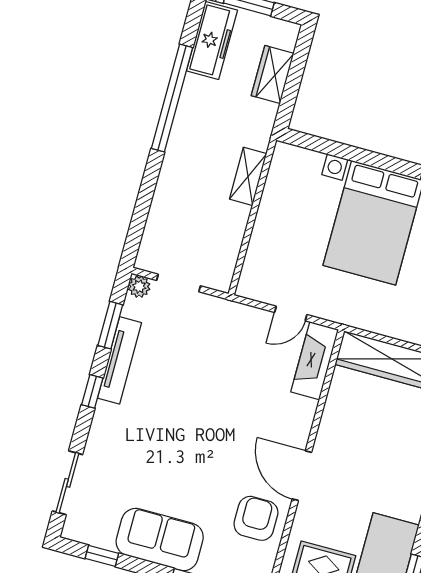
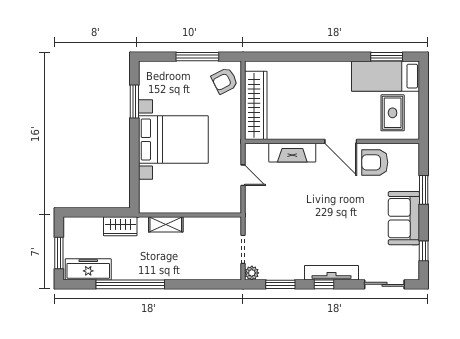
wardrobe: (273, 74) -> (120, 226), moved
tv unit: (120, 360) -> (332, 273), moved
fireplace: (315, 361) -> (292, 153), moved
door: (302, 476) -> (341, 141), hinge flipped

